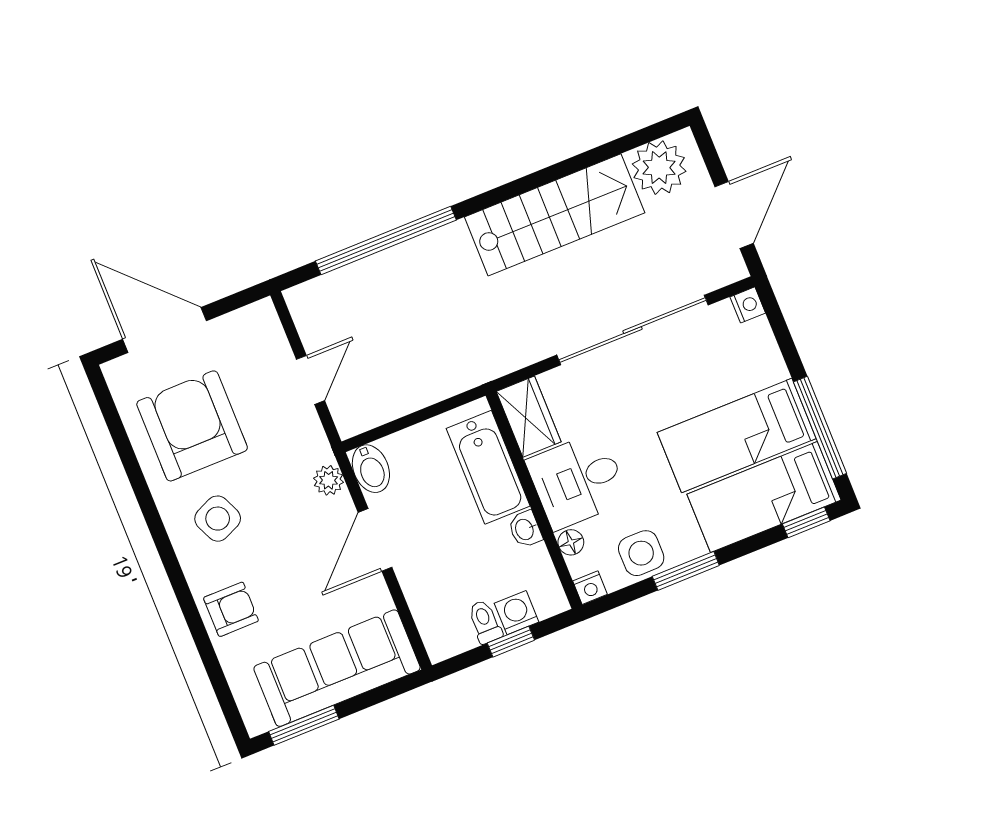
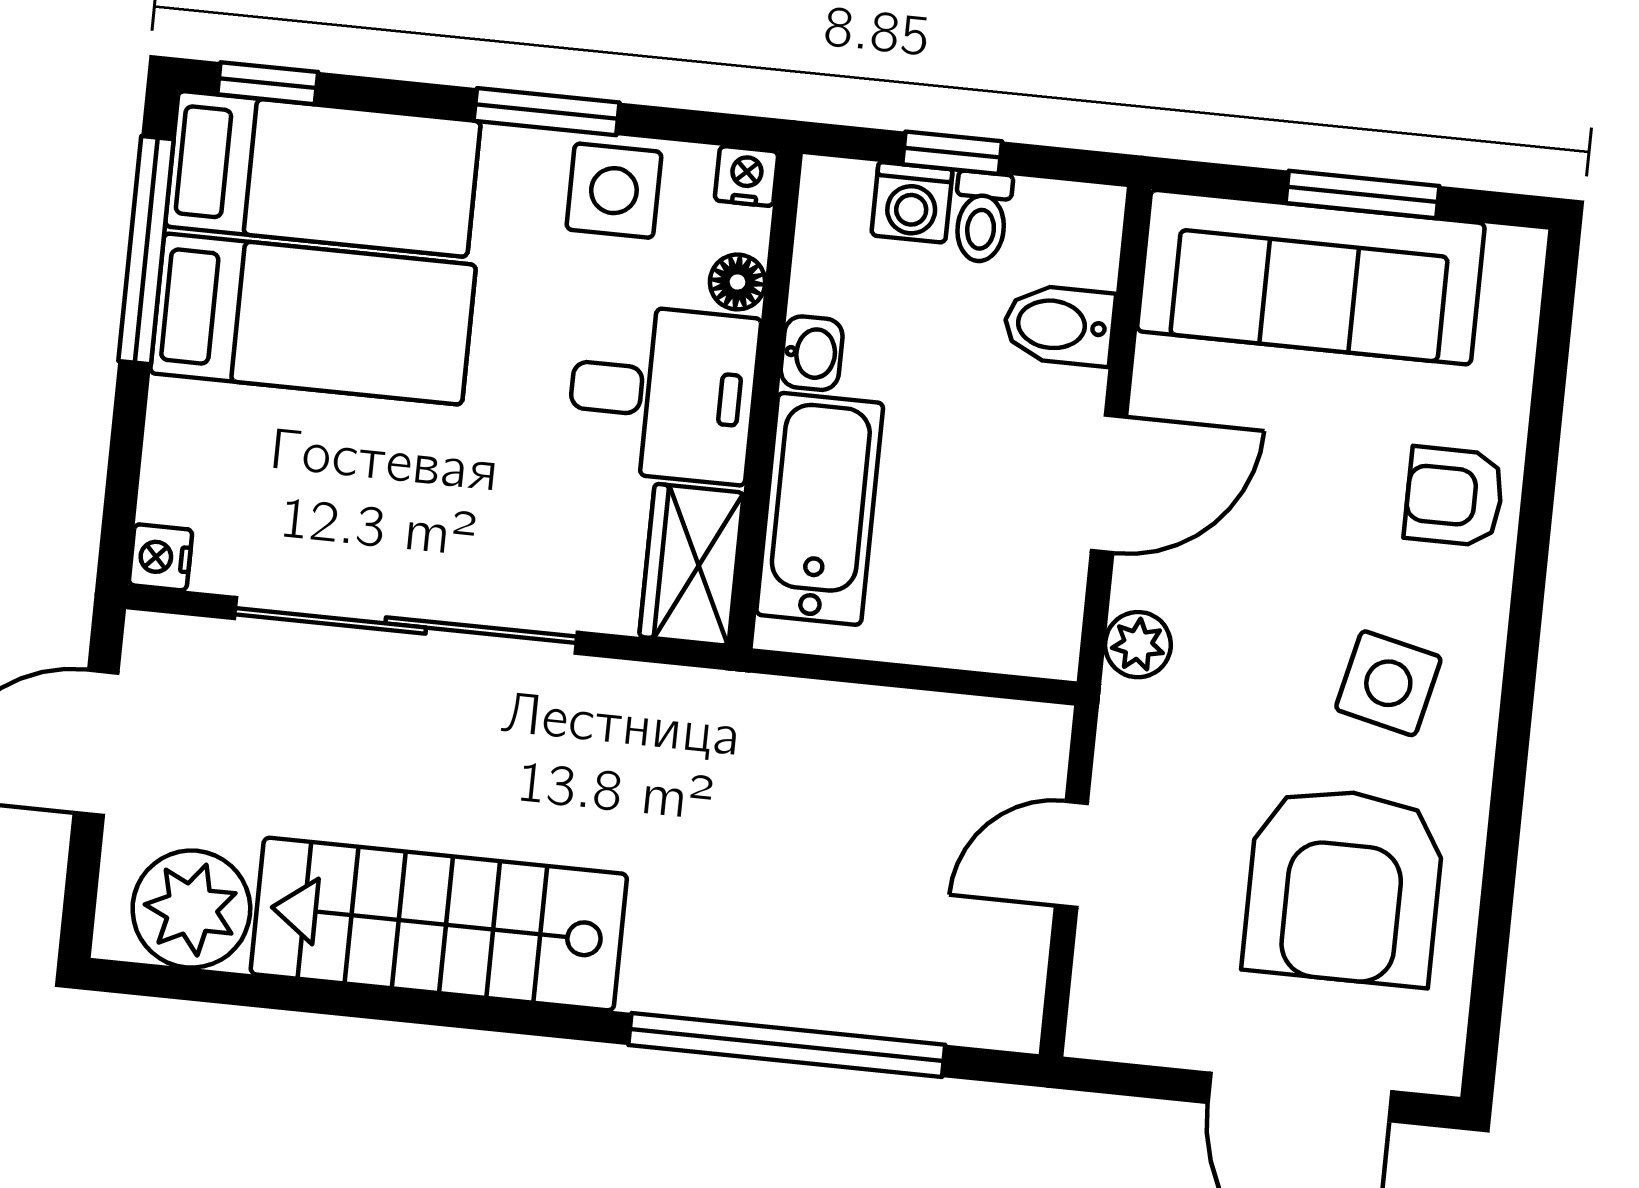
bidet: (371, 469) -> (1059, 325), moved, turned -90
side table: (218, 519) -> (1388, 683), turned 37
window: (304, 725) -> (1363, 194), moved

